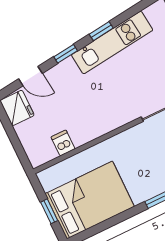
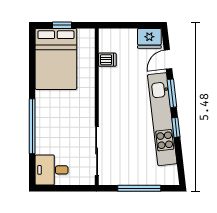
kitchen unit: (112, 42) -> (162, 119), width x1.36
window: (66, 54) -> (172, 93), width x1.50

